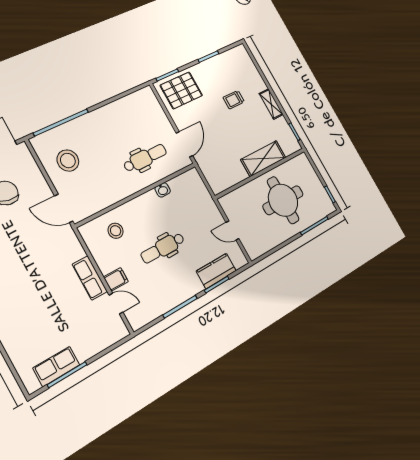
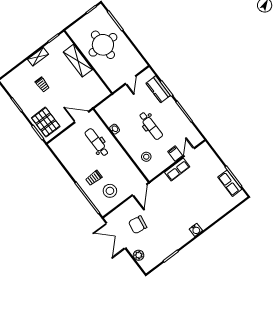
trolley: (91, 140) -> (94, 178), added

